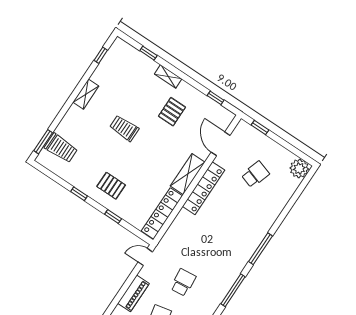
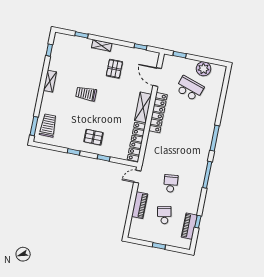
trolley: (61, 148) -> (48, 125), turned -90
plant: (299, 168) -> (204, 69), moved
school desk: (255, 174) -> (190, 88), width x1.85

